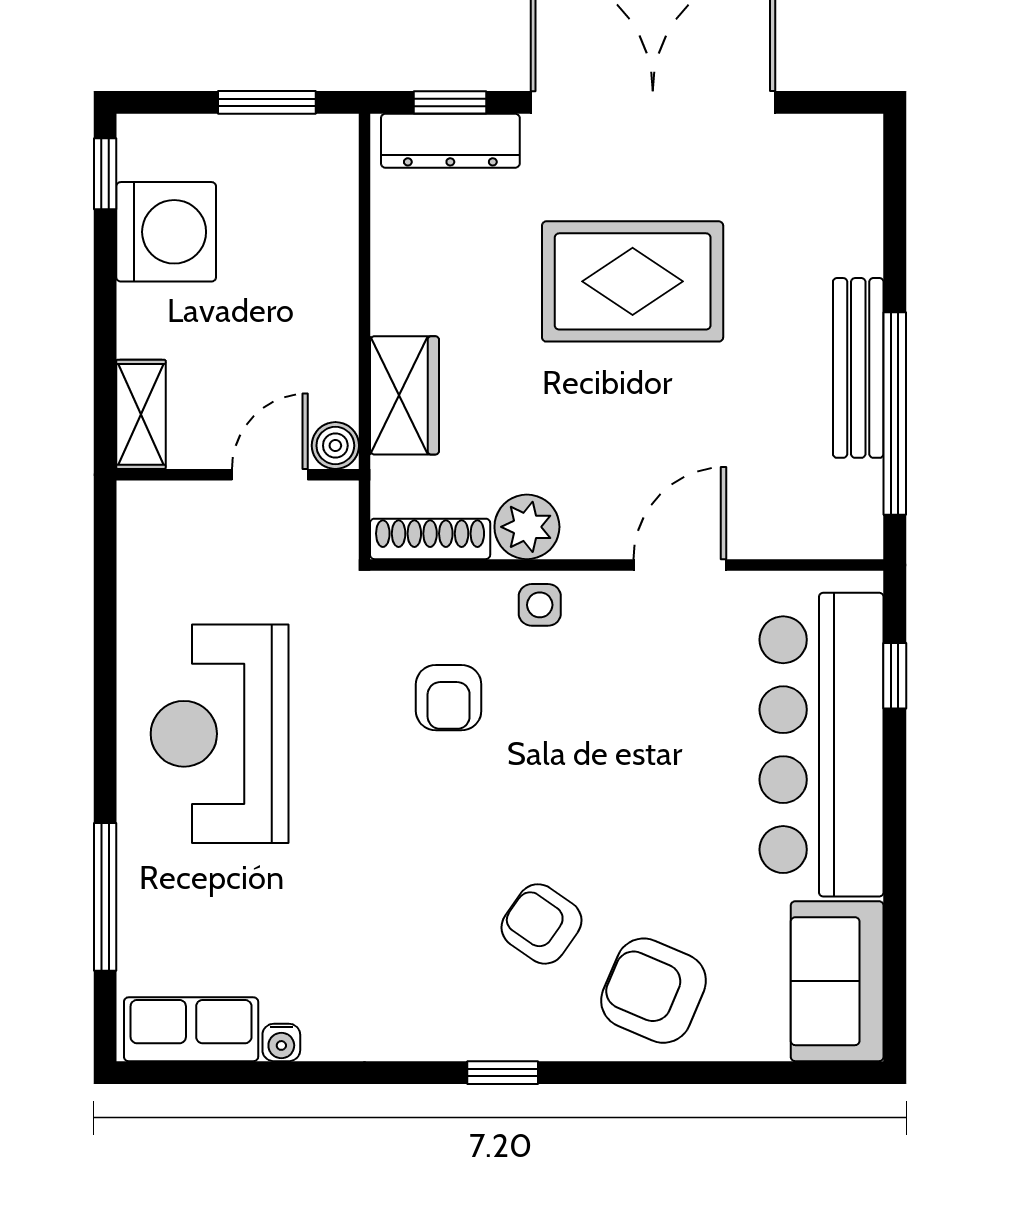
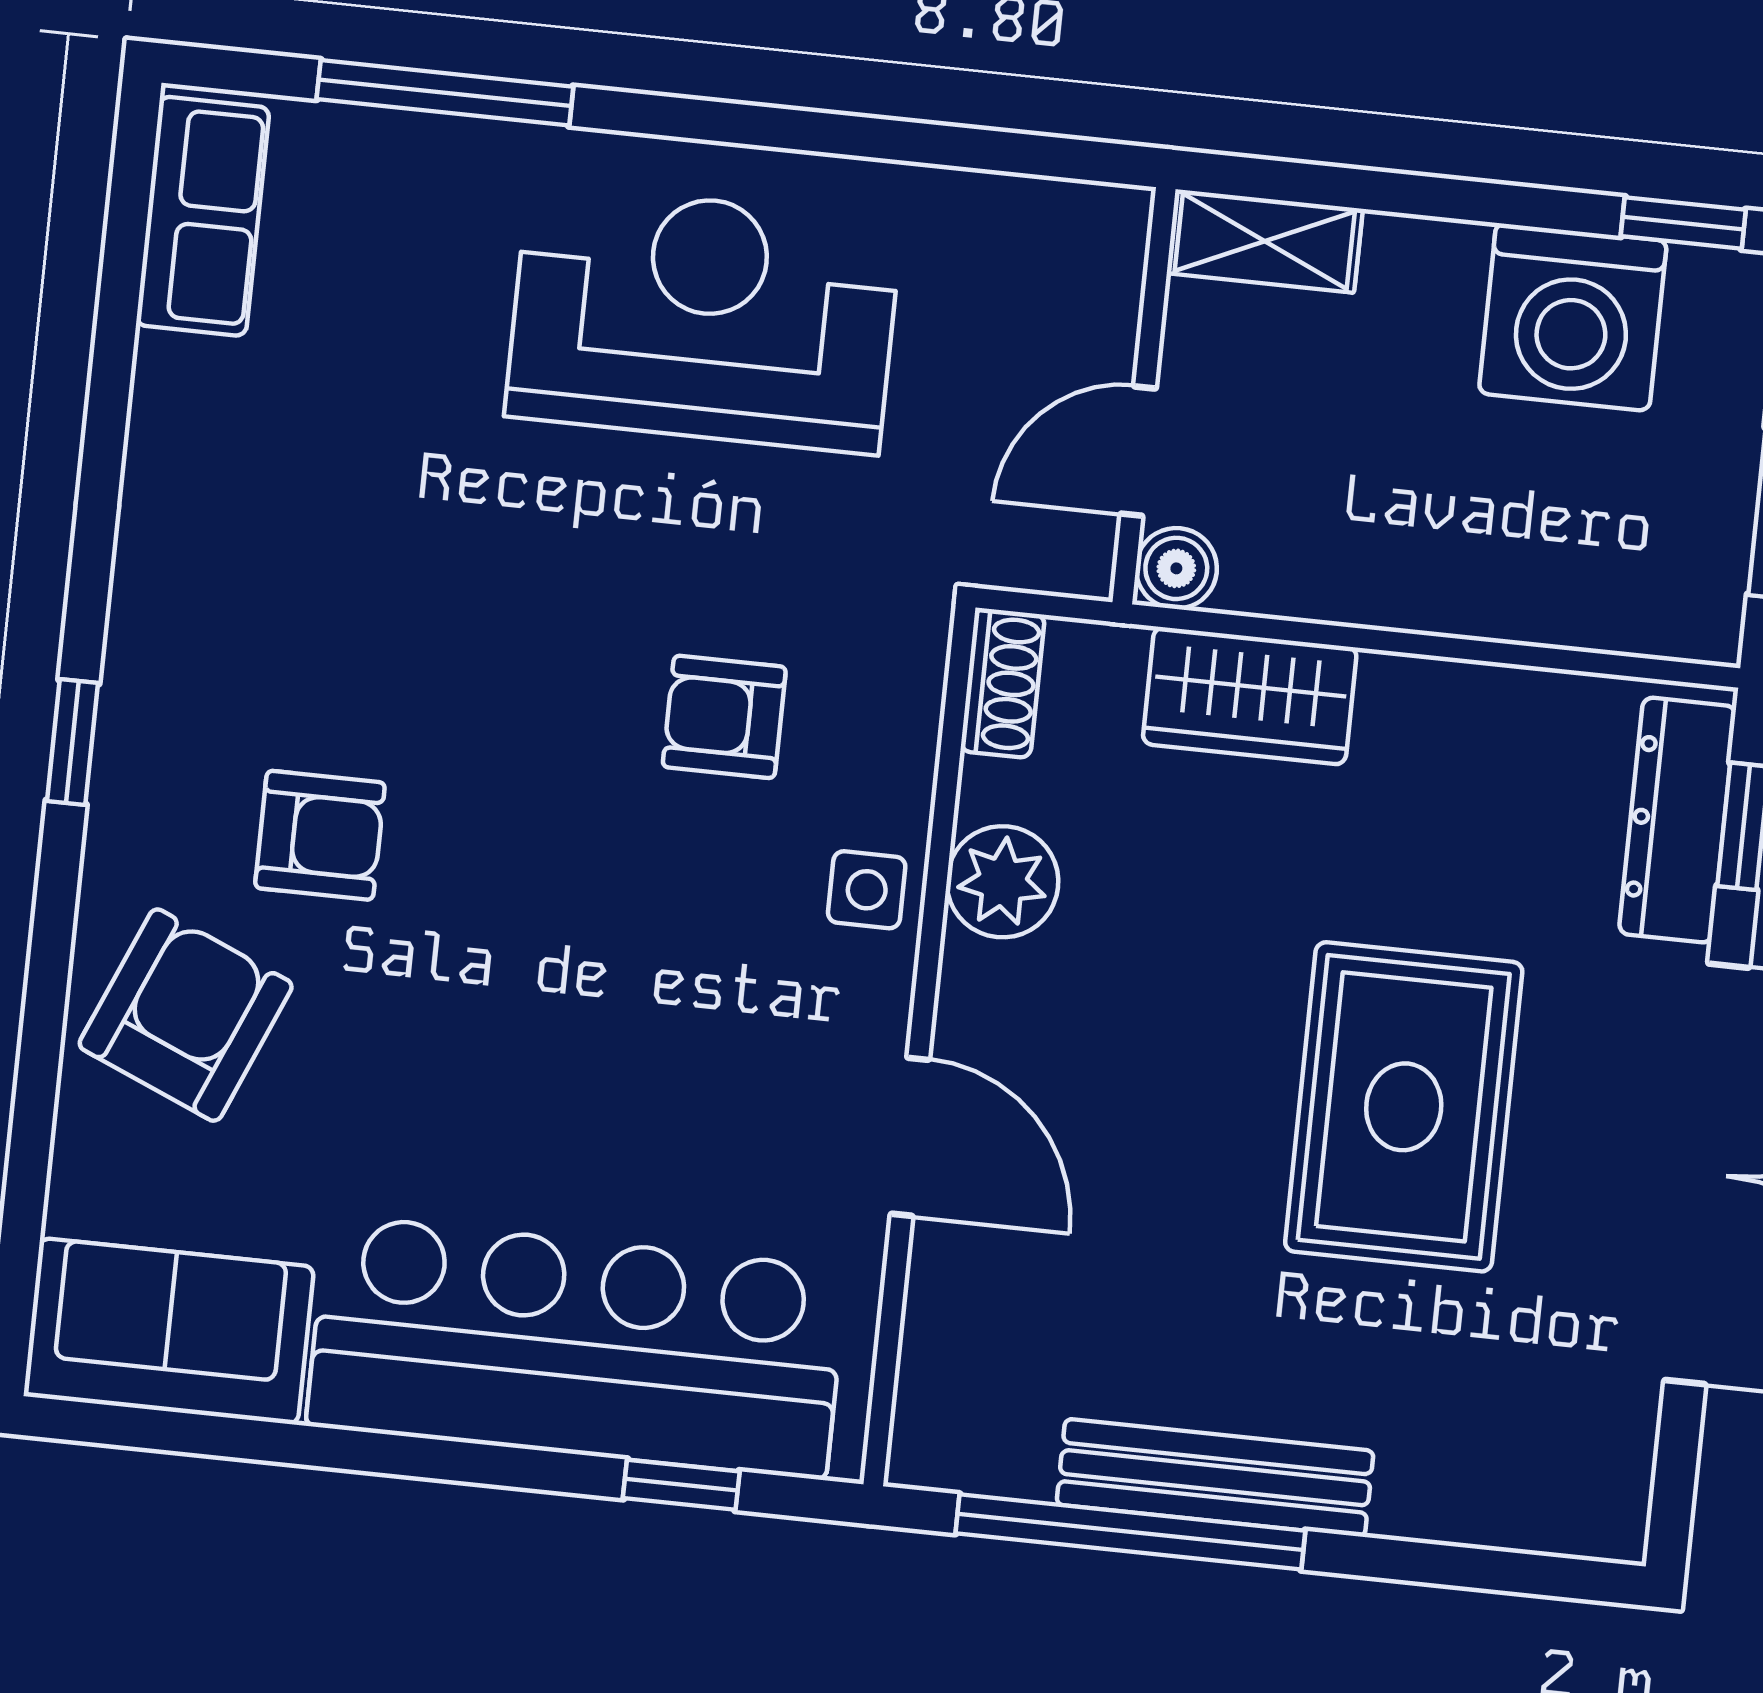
door: (270, 475) -> (1138, 451), swing flipped
shoe rack: (430, 539) -> (1003, 683), width x0.70
armchair: (541, 924) -> (320, 835), turned 55
water cooler: (281, 1042) -> (164, 368), removed

